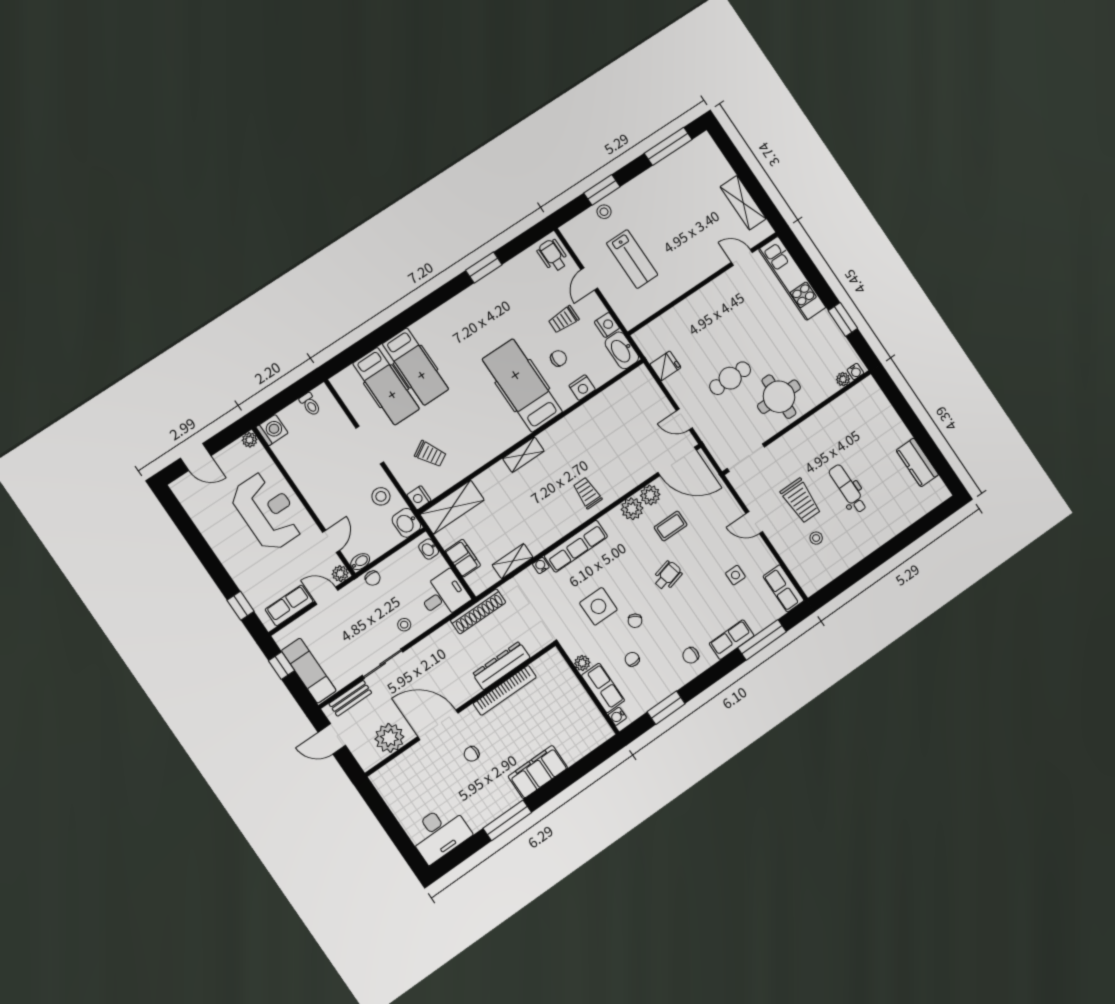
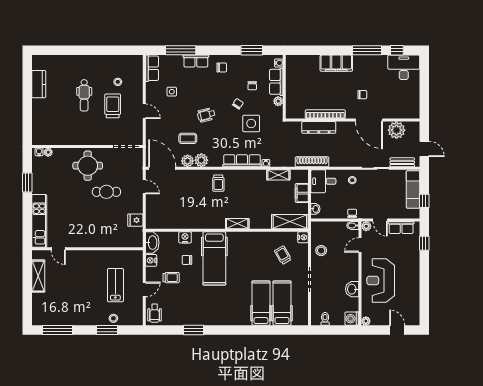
washbasin: (406, 523) -> (352, 289), moved, turned 180
window: (465, 850) -> (397, 50), added

